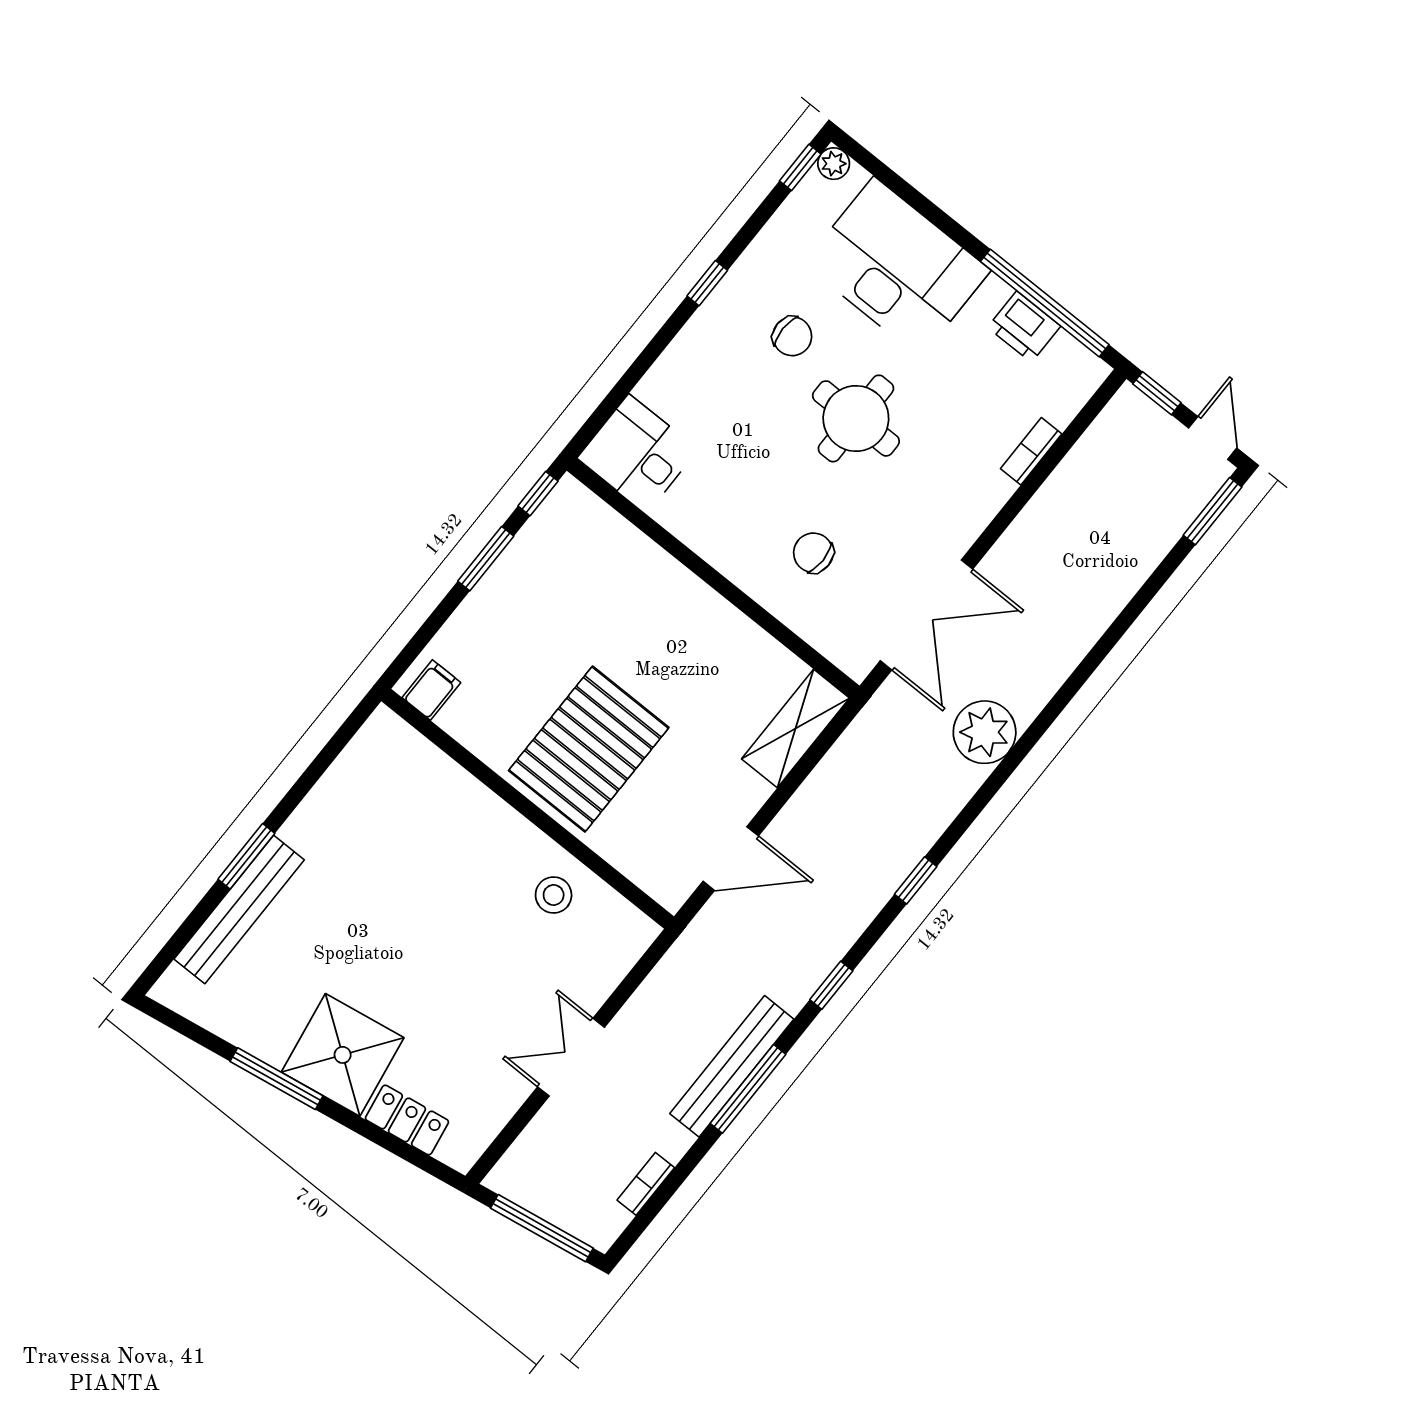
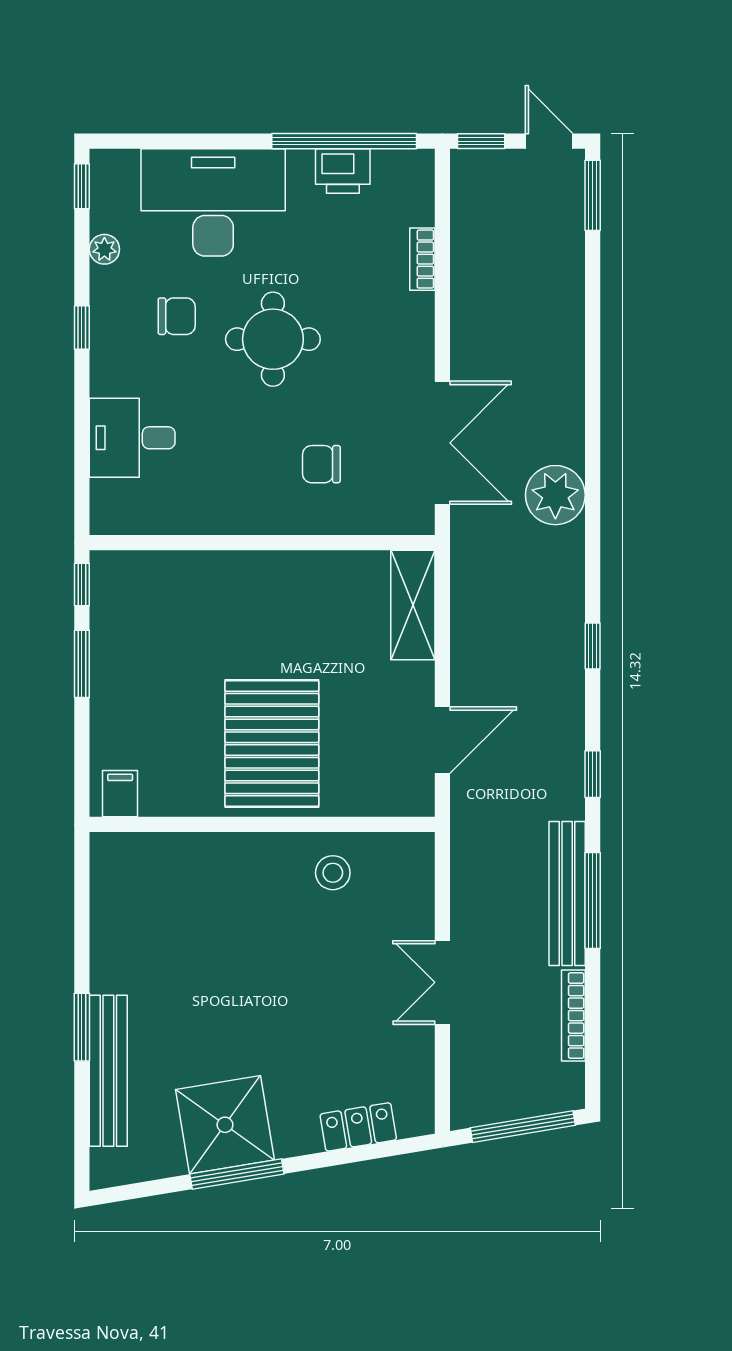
plant: (834, 164) -> (104, 249), moved
desk: (638, 454) -> (132, 438), moved
shower: (343, 1055) -> (225, 1125), moved
bookcase: (646, 1184) -> (573, 1016), width x1.56

